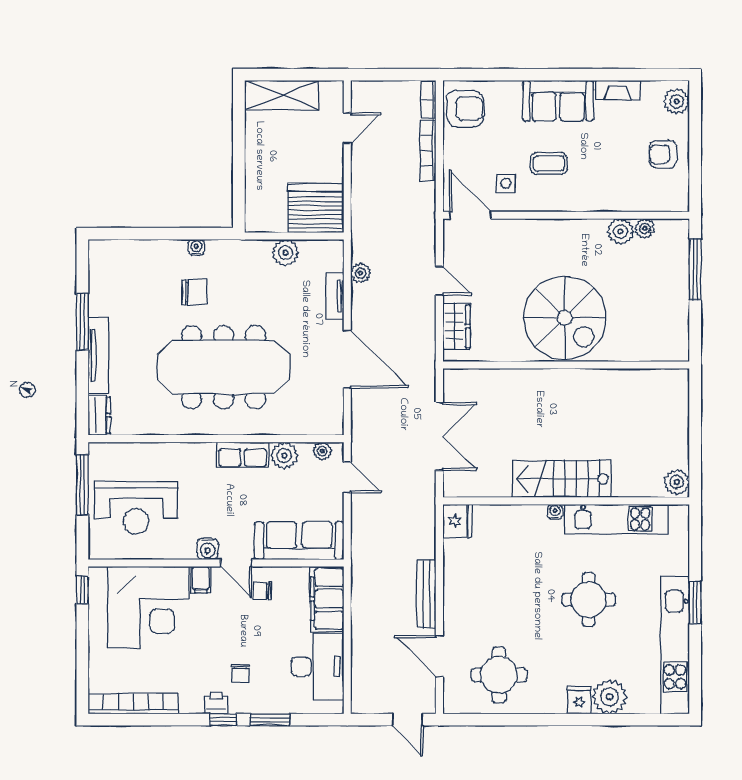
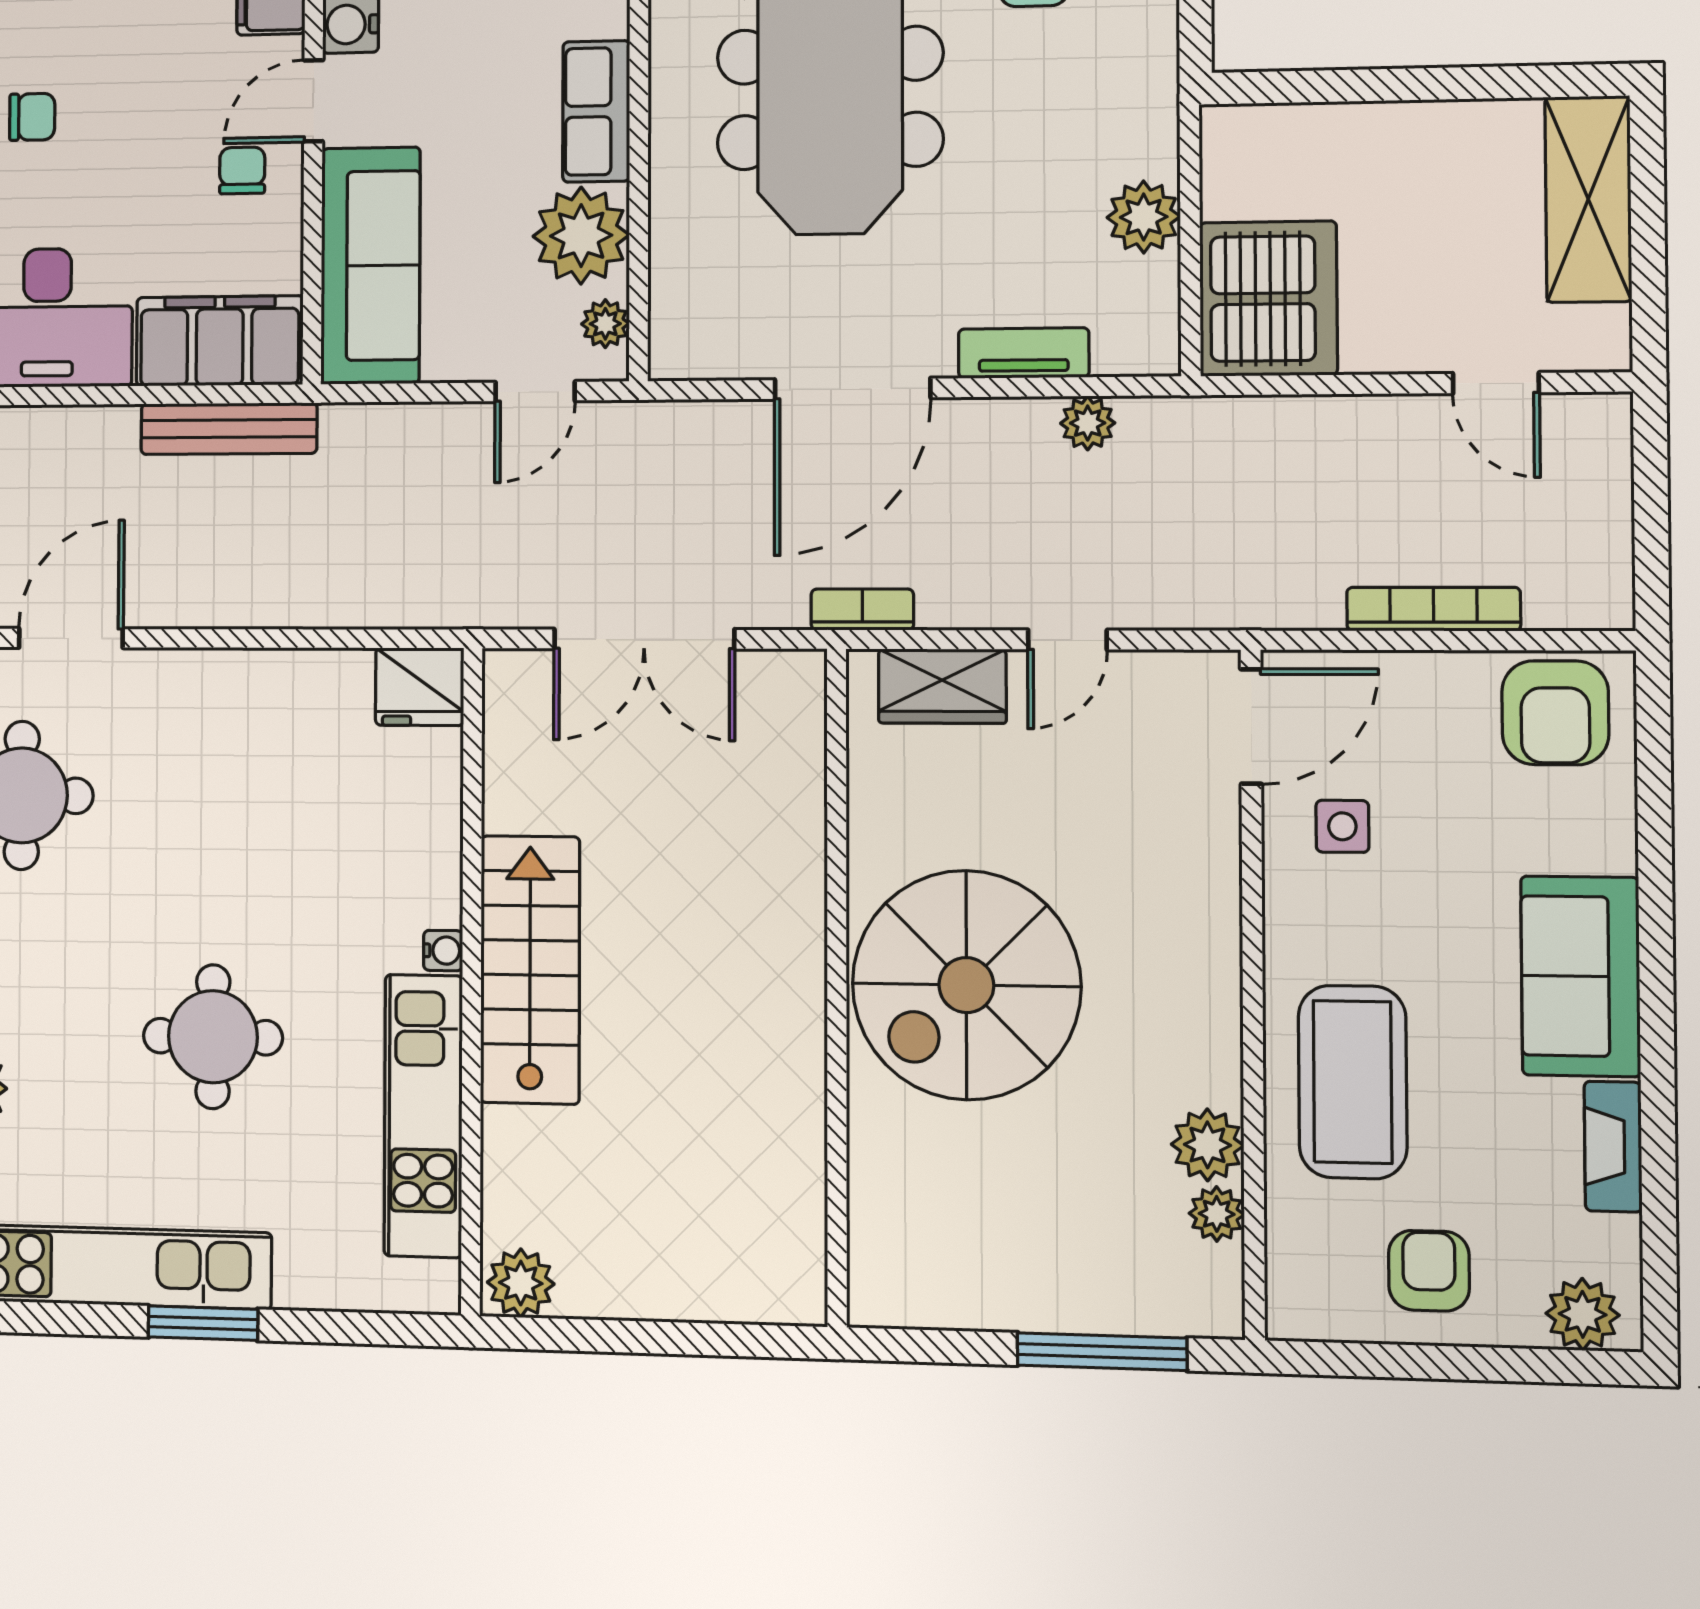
bookcase: (428, 100) -> (862, 610), moved
coffee table: (549, 163) -> (1353, 1082), moved, width x1.86, depth x1.72
plant: (284, 455) -> (581, 236), width x1.36, depth x1.36
bench: (426, 594) -> (229, 429), moved
chair: (240, 673) -> (32, 117), turned 180

